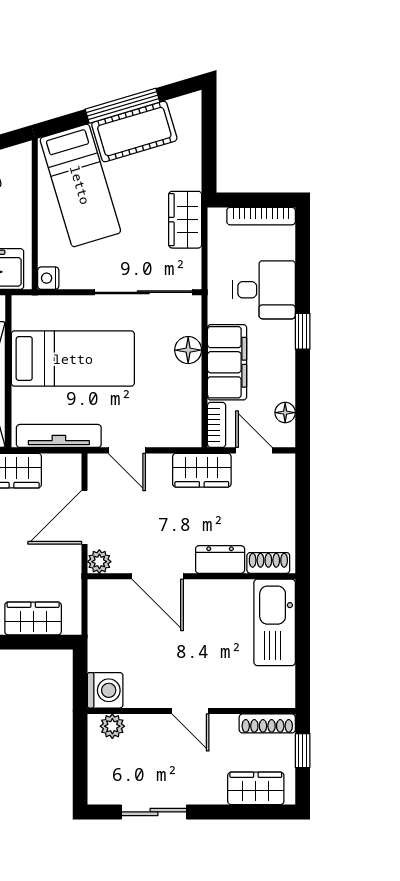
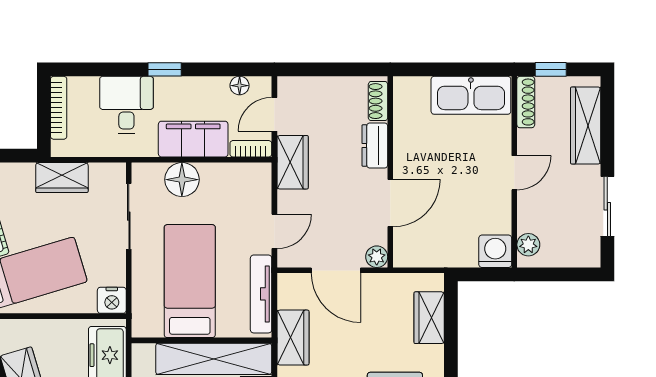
nightstand: (48, 278) -> (112, 300), width x1.39, depth x1.35
sliding door: (143, 292) -> (129, 216), width x0.73
floor lamp: (188, 350) -> (182, 180), width x1.38, depth x1.38
kitchen sink: (275, 622) -> (471, 95), moved
wardrobe: (256, 788) -> (586, 126), width x1.50

